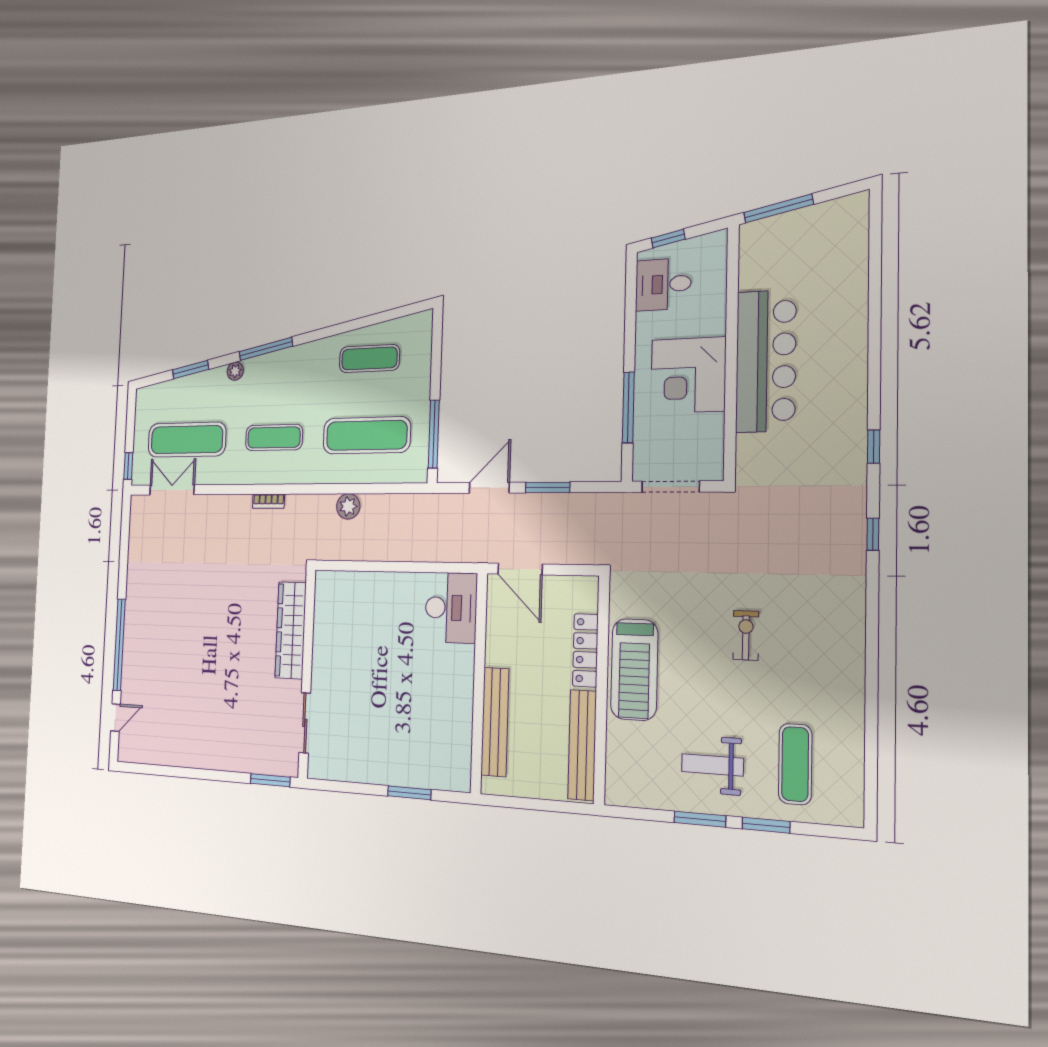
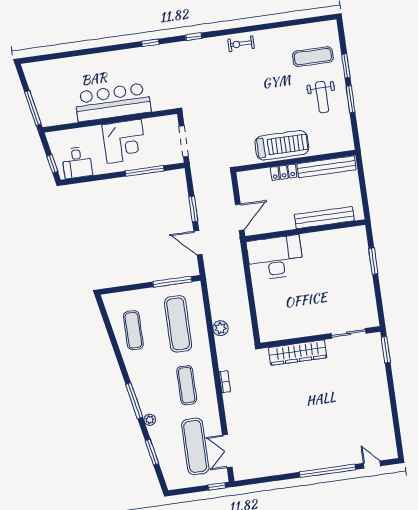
desk: (451, 608) -> (275, 258), width x1.36, depth x1.30
exercise bike: (746, 635) -> (241, 44), moved
locker: (585, 650) -> (284, 172), width x0.66

